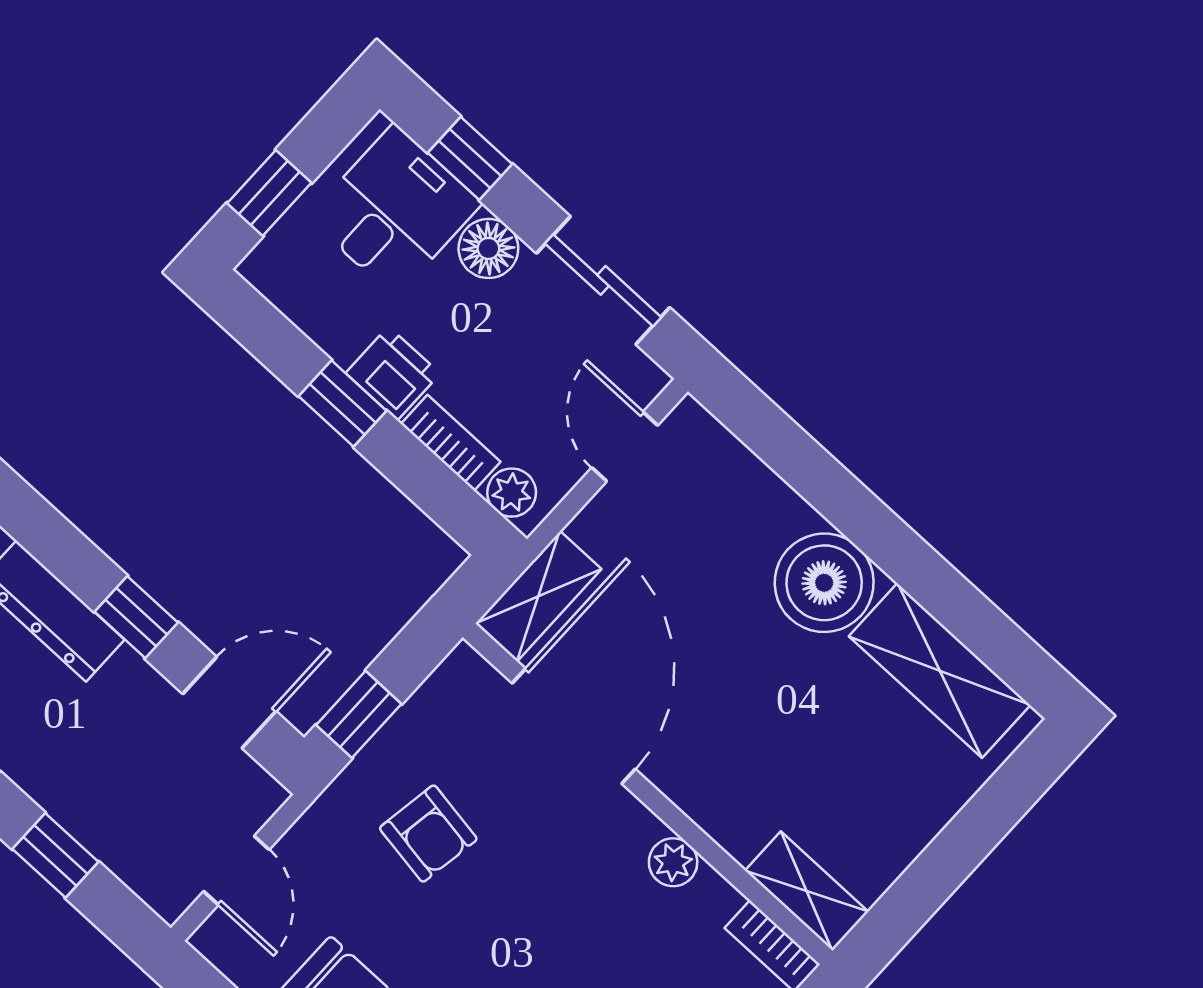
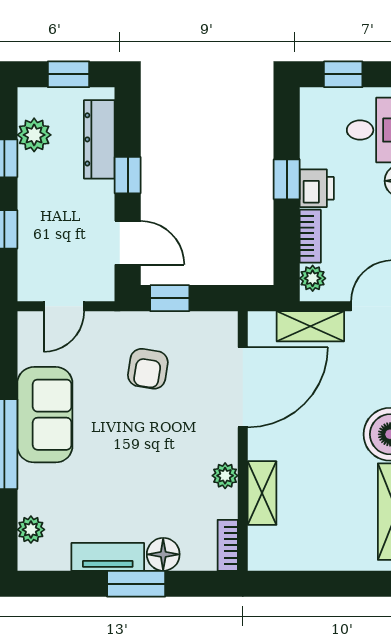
shelving: (538, 596) -> (310, 326), moved
shelving: (807, 891) -> (262, 493), moved

